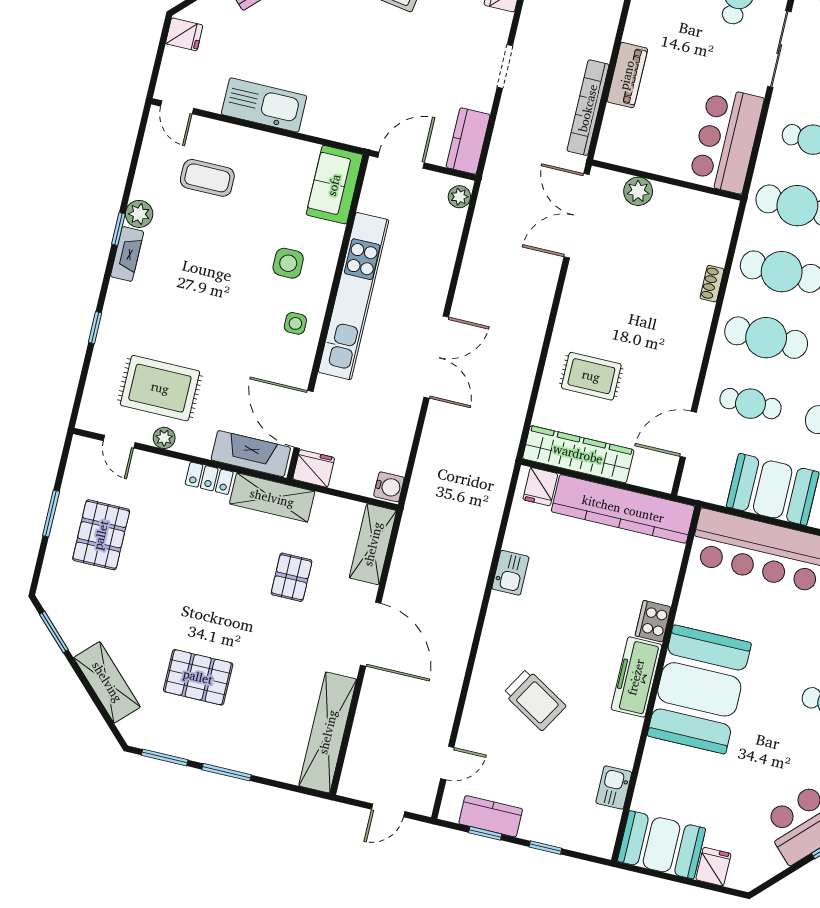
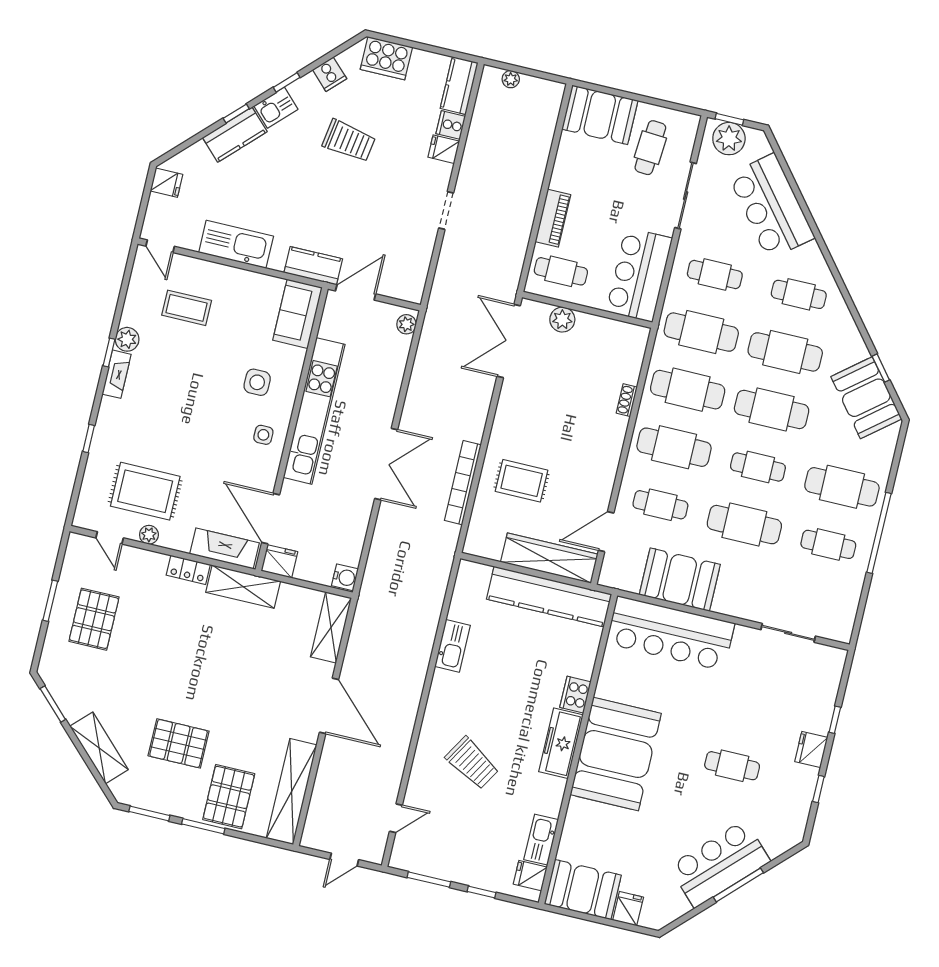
bookcase: (588, 108) -> (463, 483), moved
cafe table: (636, 136) -> (561, 271), added
kitchen counter: (468, 141) -> (313, 266), moved, turned 90
wardrobe: (578, 454) -> (549, 558), moved
fridge: (540, 487) -> (530, 876), moved, turned 90
kitchen sink: (510, 573) -> (453, 646), width x1.38
pallet: (292, 577) -> (229, 797), moved, width x1.50, depth x1.42
kitchen sink: (614, 788) -> (541, 840), width x1.38
kitchen counter: (491, 816) -> (434, 865), removed
window: (485, 833) -> (429, 880), width x1.50

